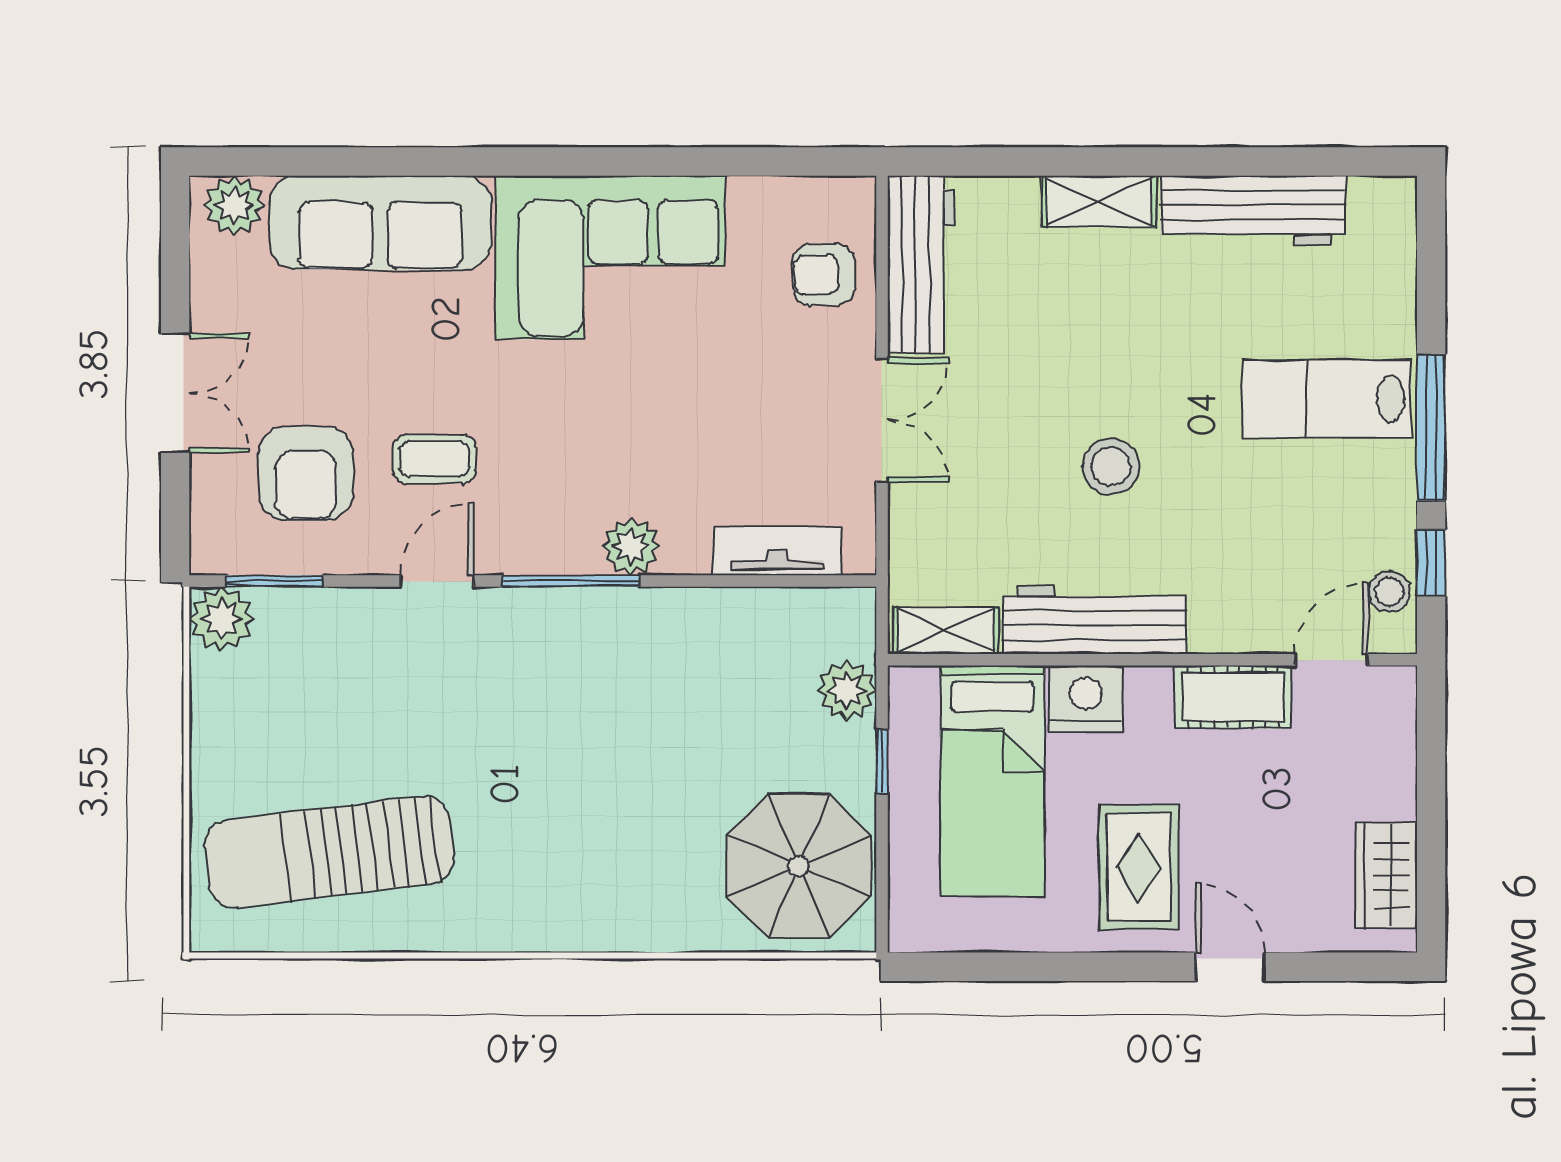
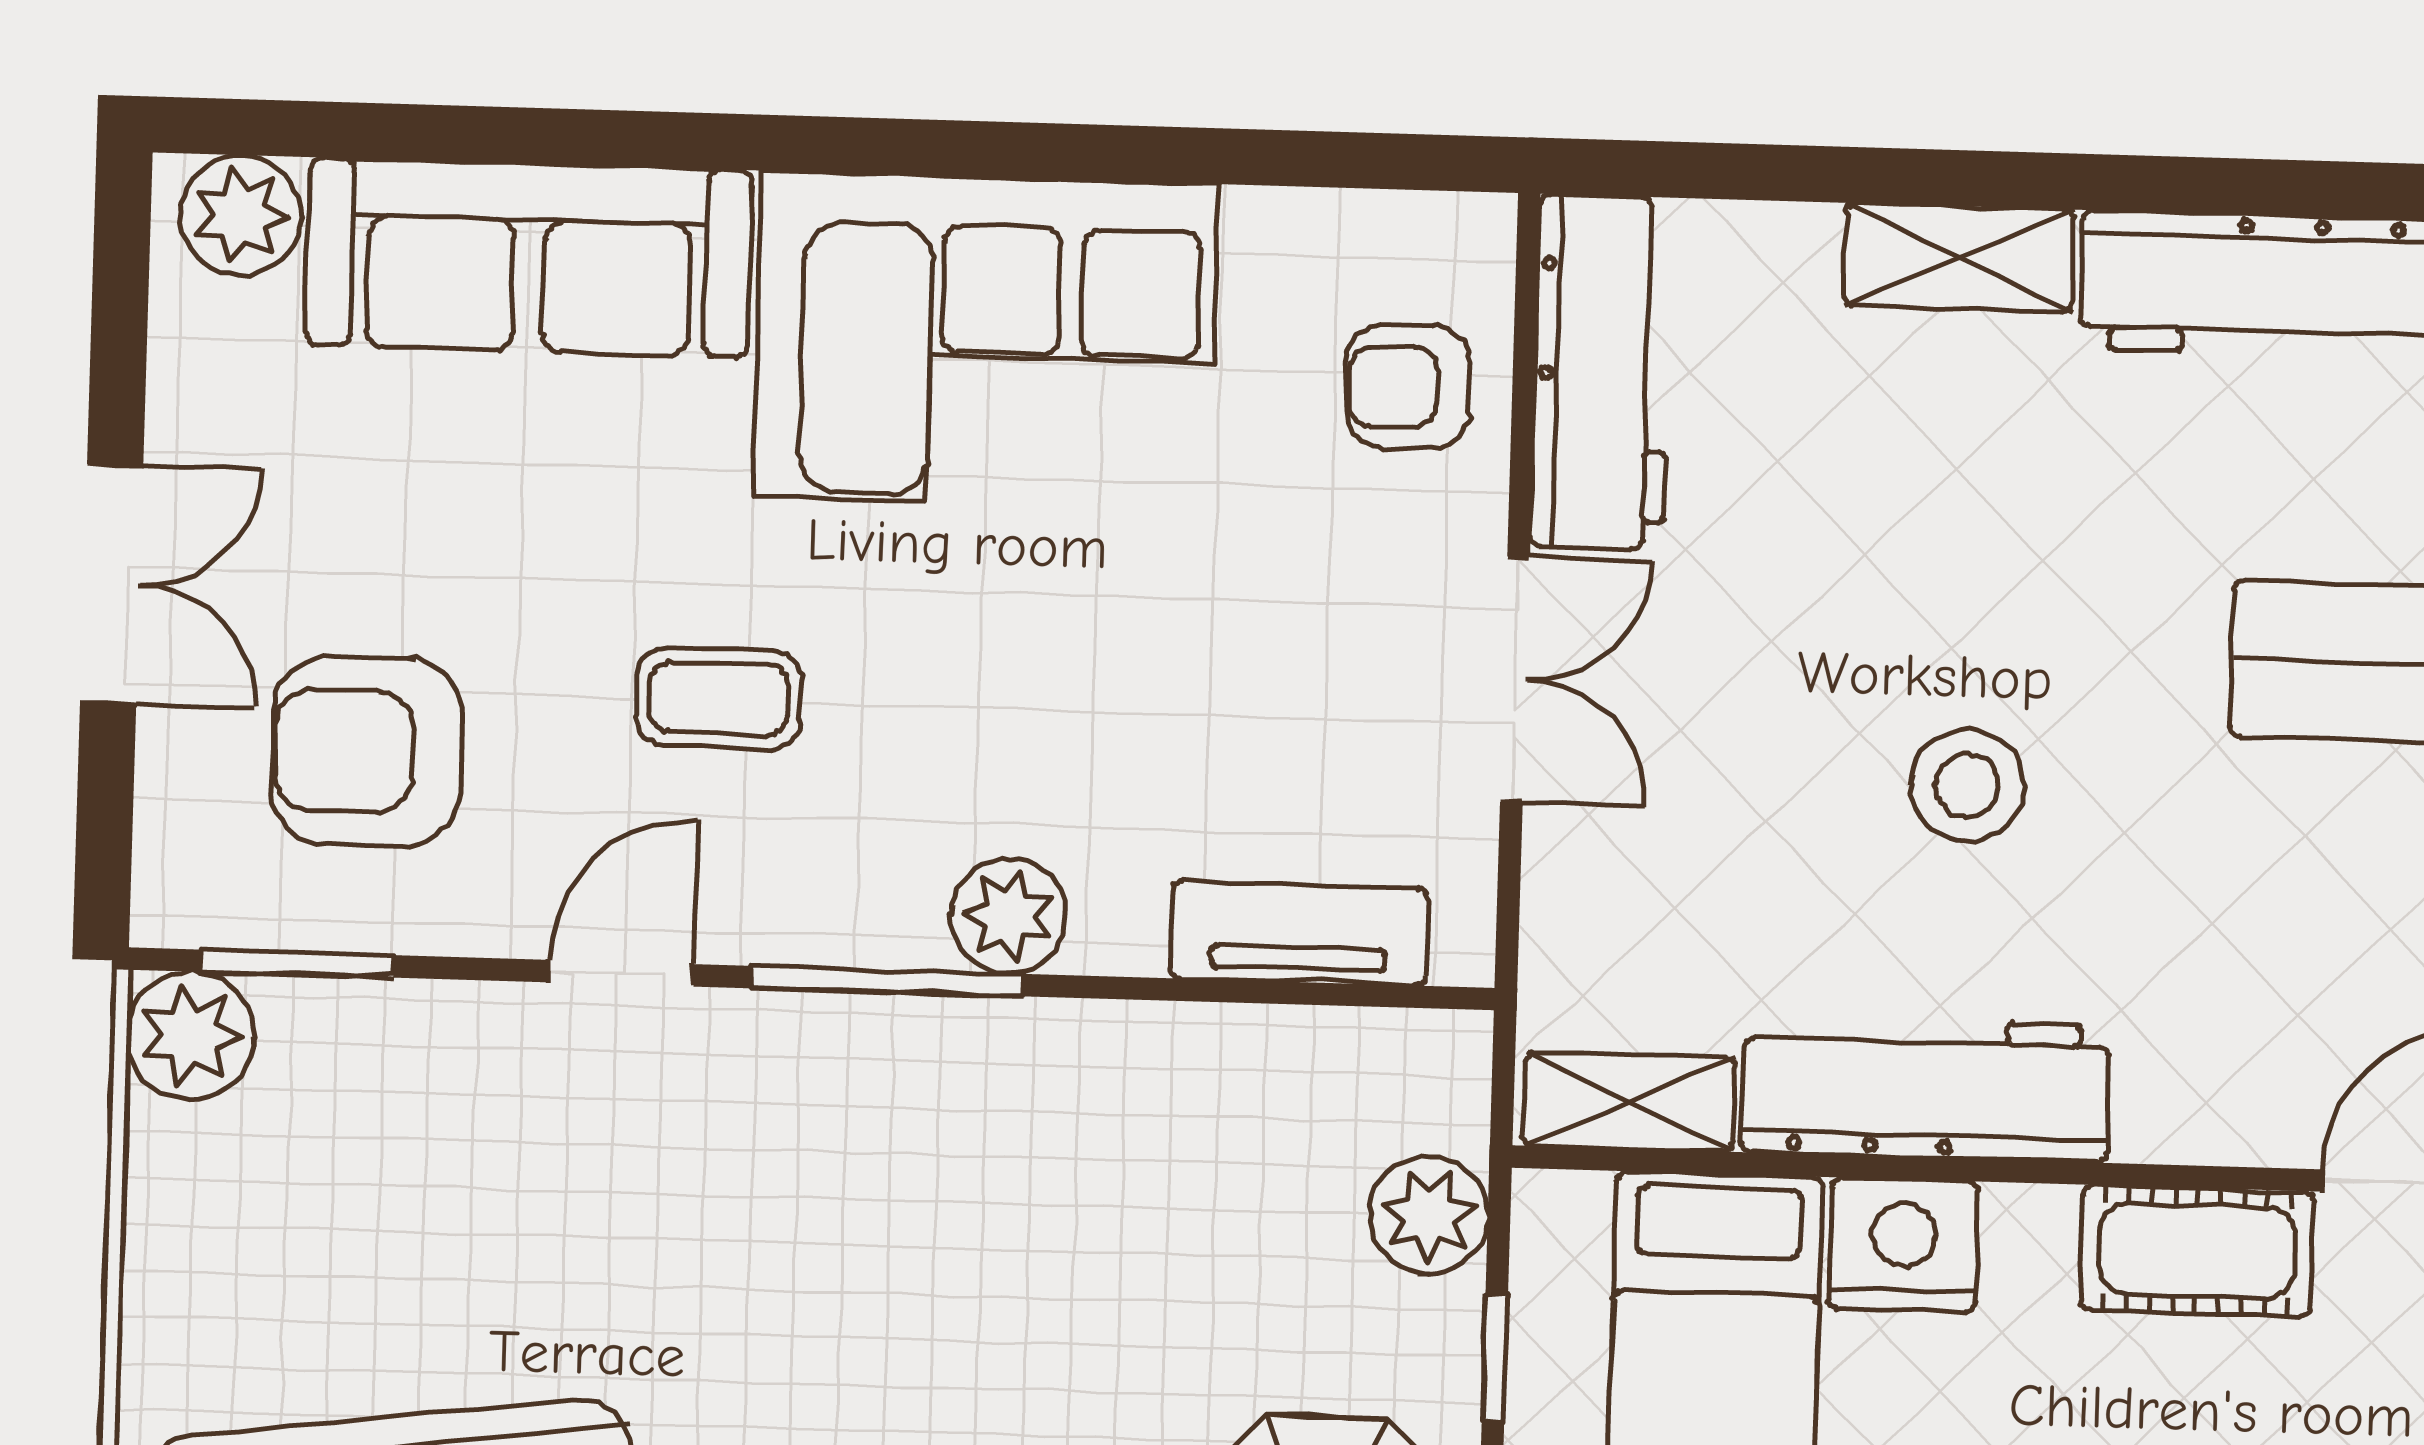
coffee table: (434, 459) -> (719, 698), moved
armchair: (306, 473) -> (367, 751), turned 90

